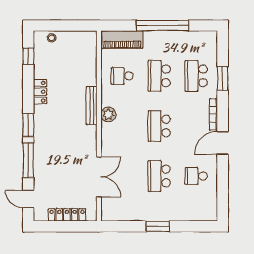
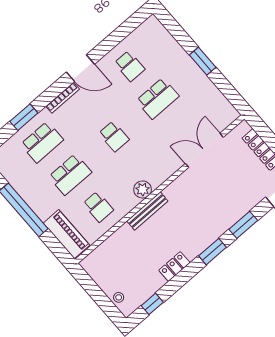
school desk: (159, 126) -> (114, 136), width x0.54
window: (28, 160) -> (243, 225), width x0.69

